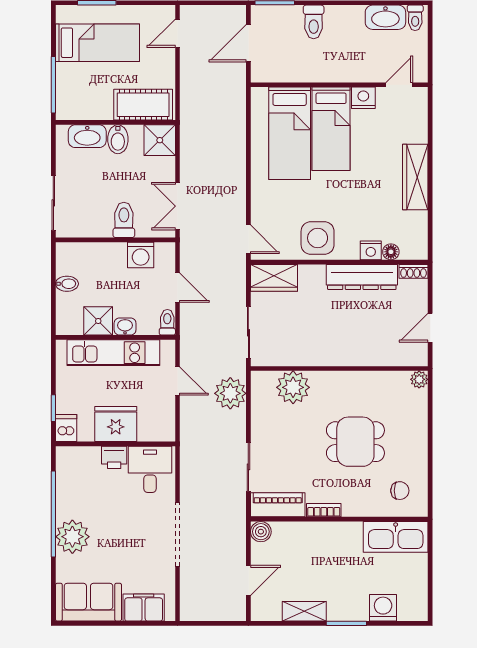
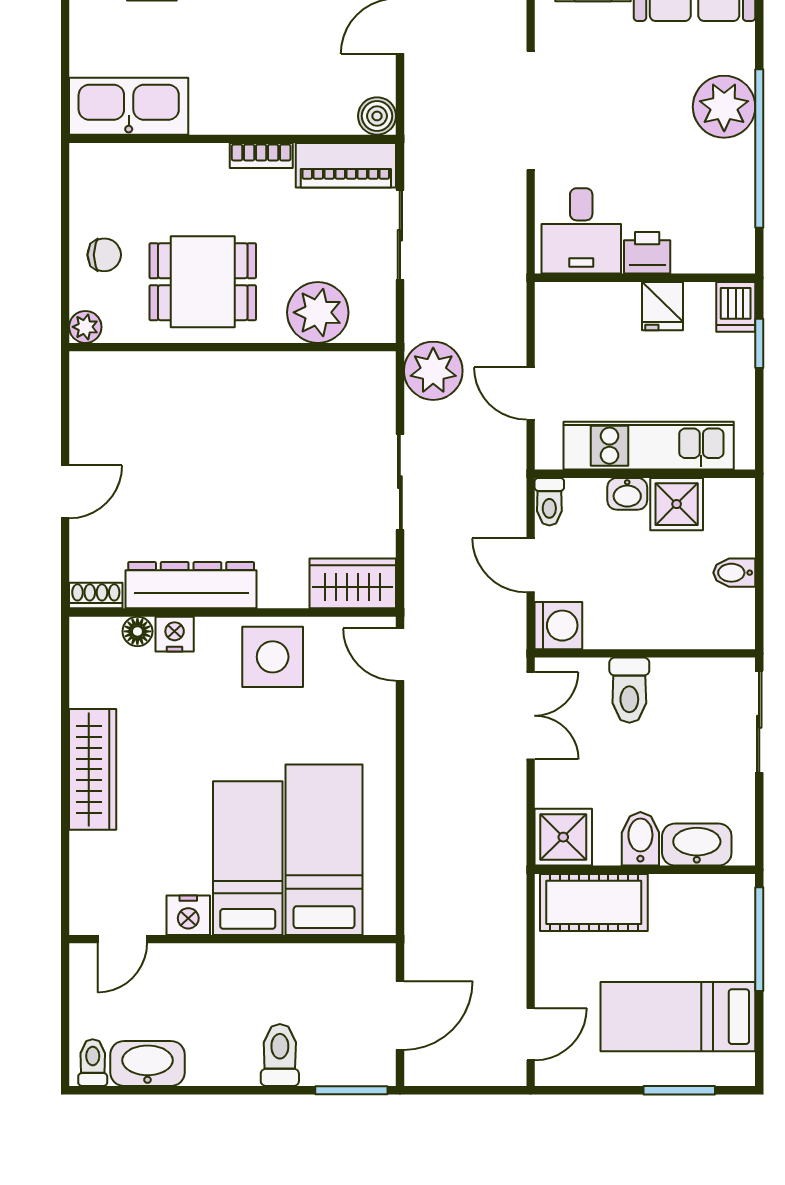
washing machine: (141, 255) -> (558, 626), moved, turned 90
wall: (339, 368) -> (233, 347), moved
plant: (419, 379) -> (85, 327), moved
plant: (293, 387) -> (318, 312), moved
fridge: (116, 424) -> (662, 306), width x0.53, depth x0.75
chair: (400, 491) -> (104, 255), moved, turned 180

